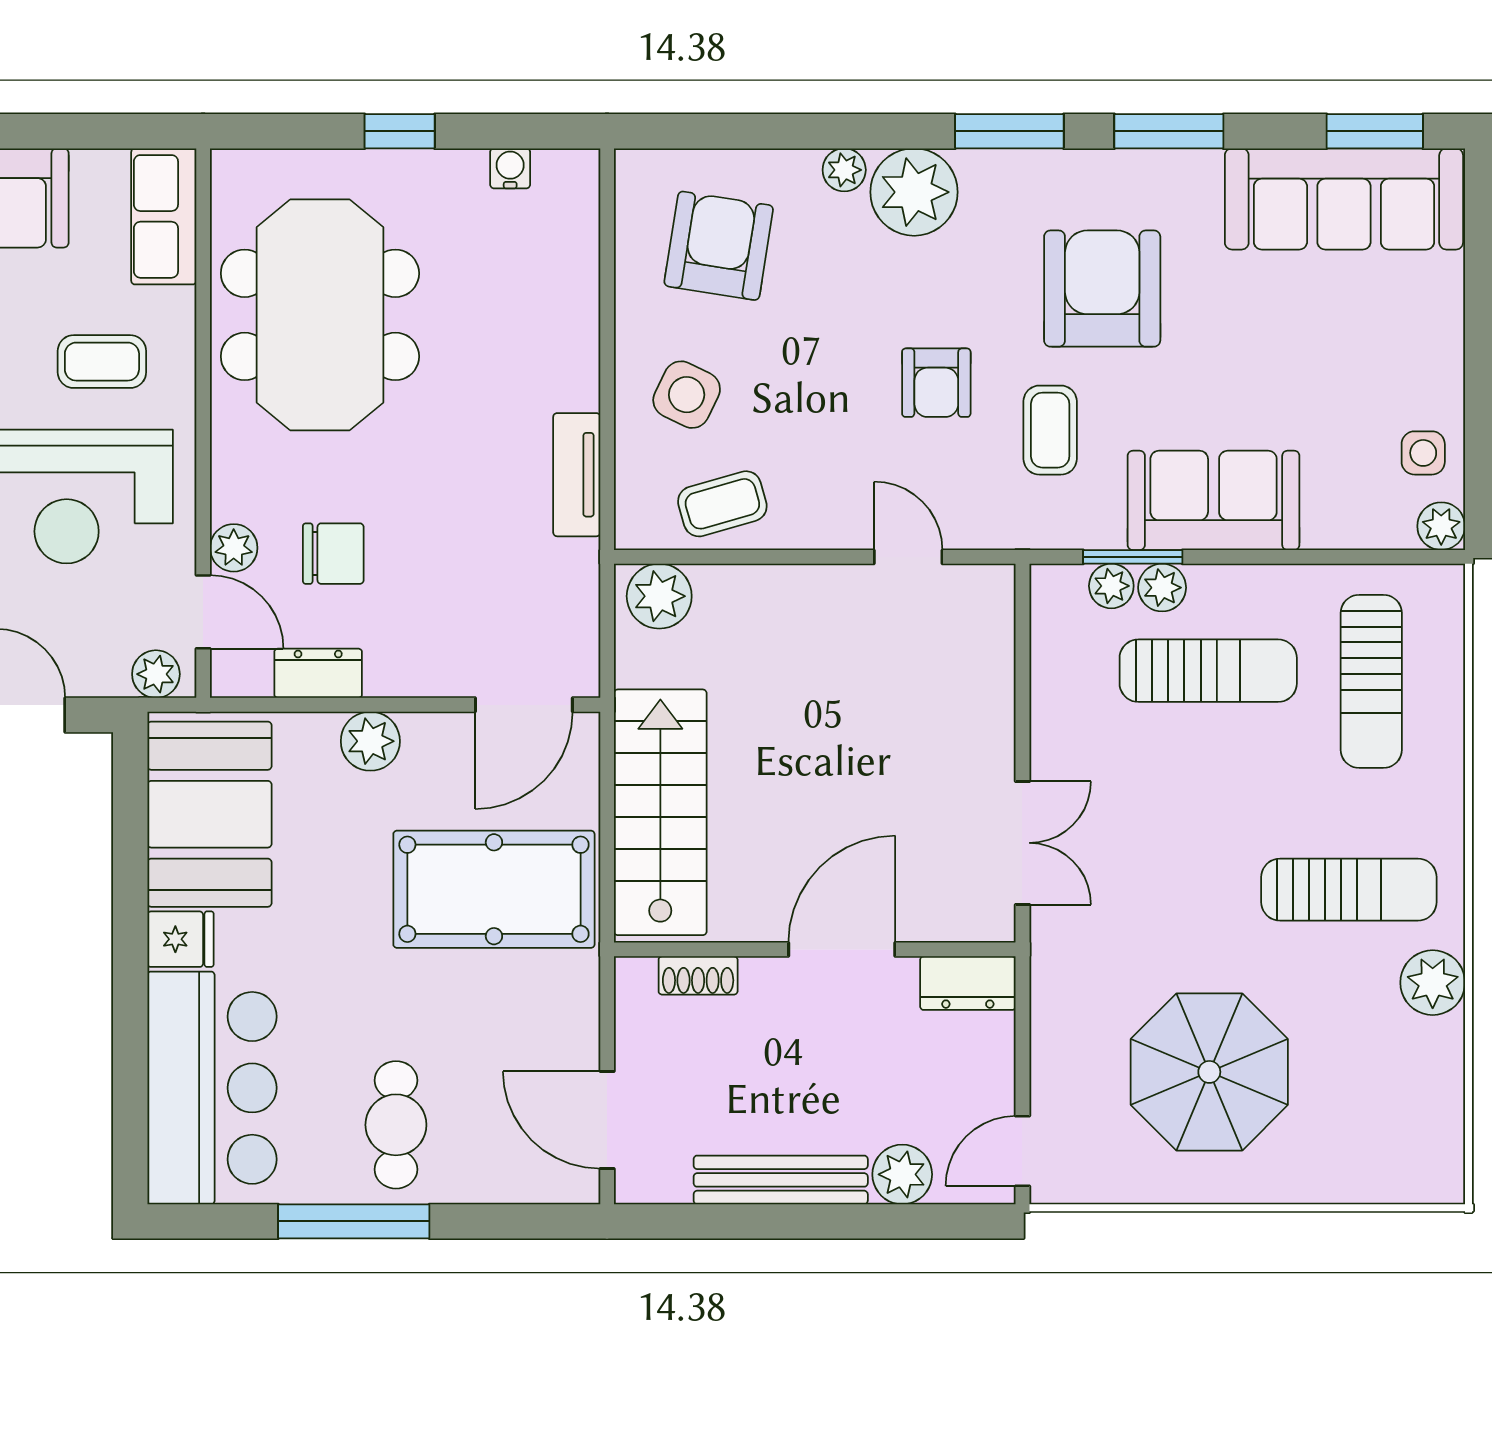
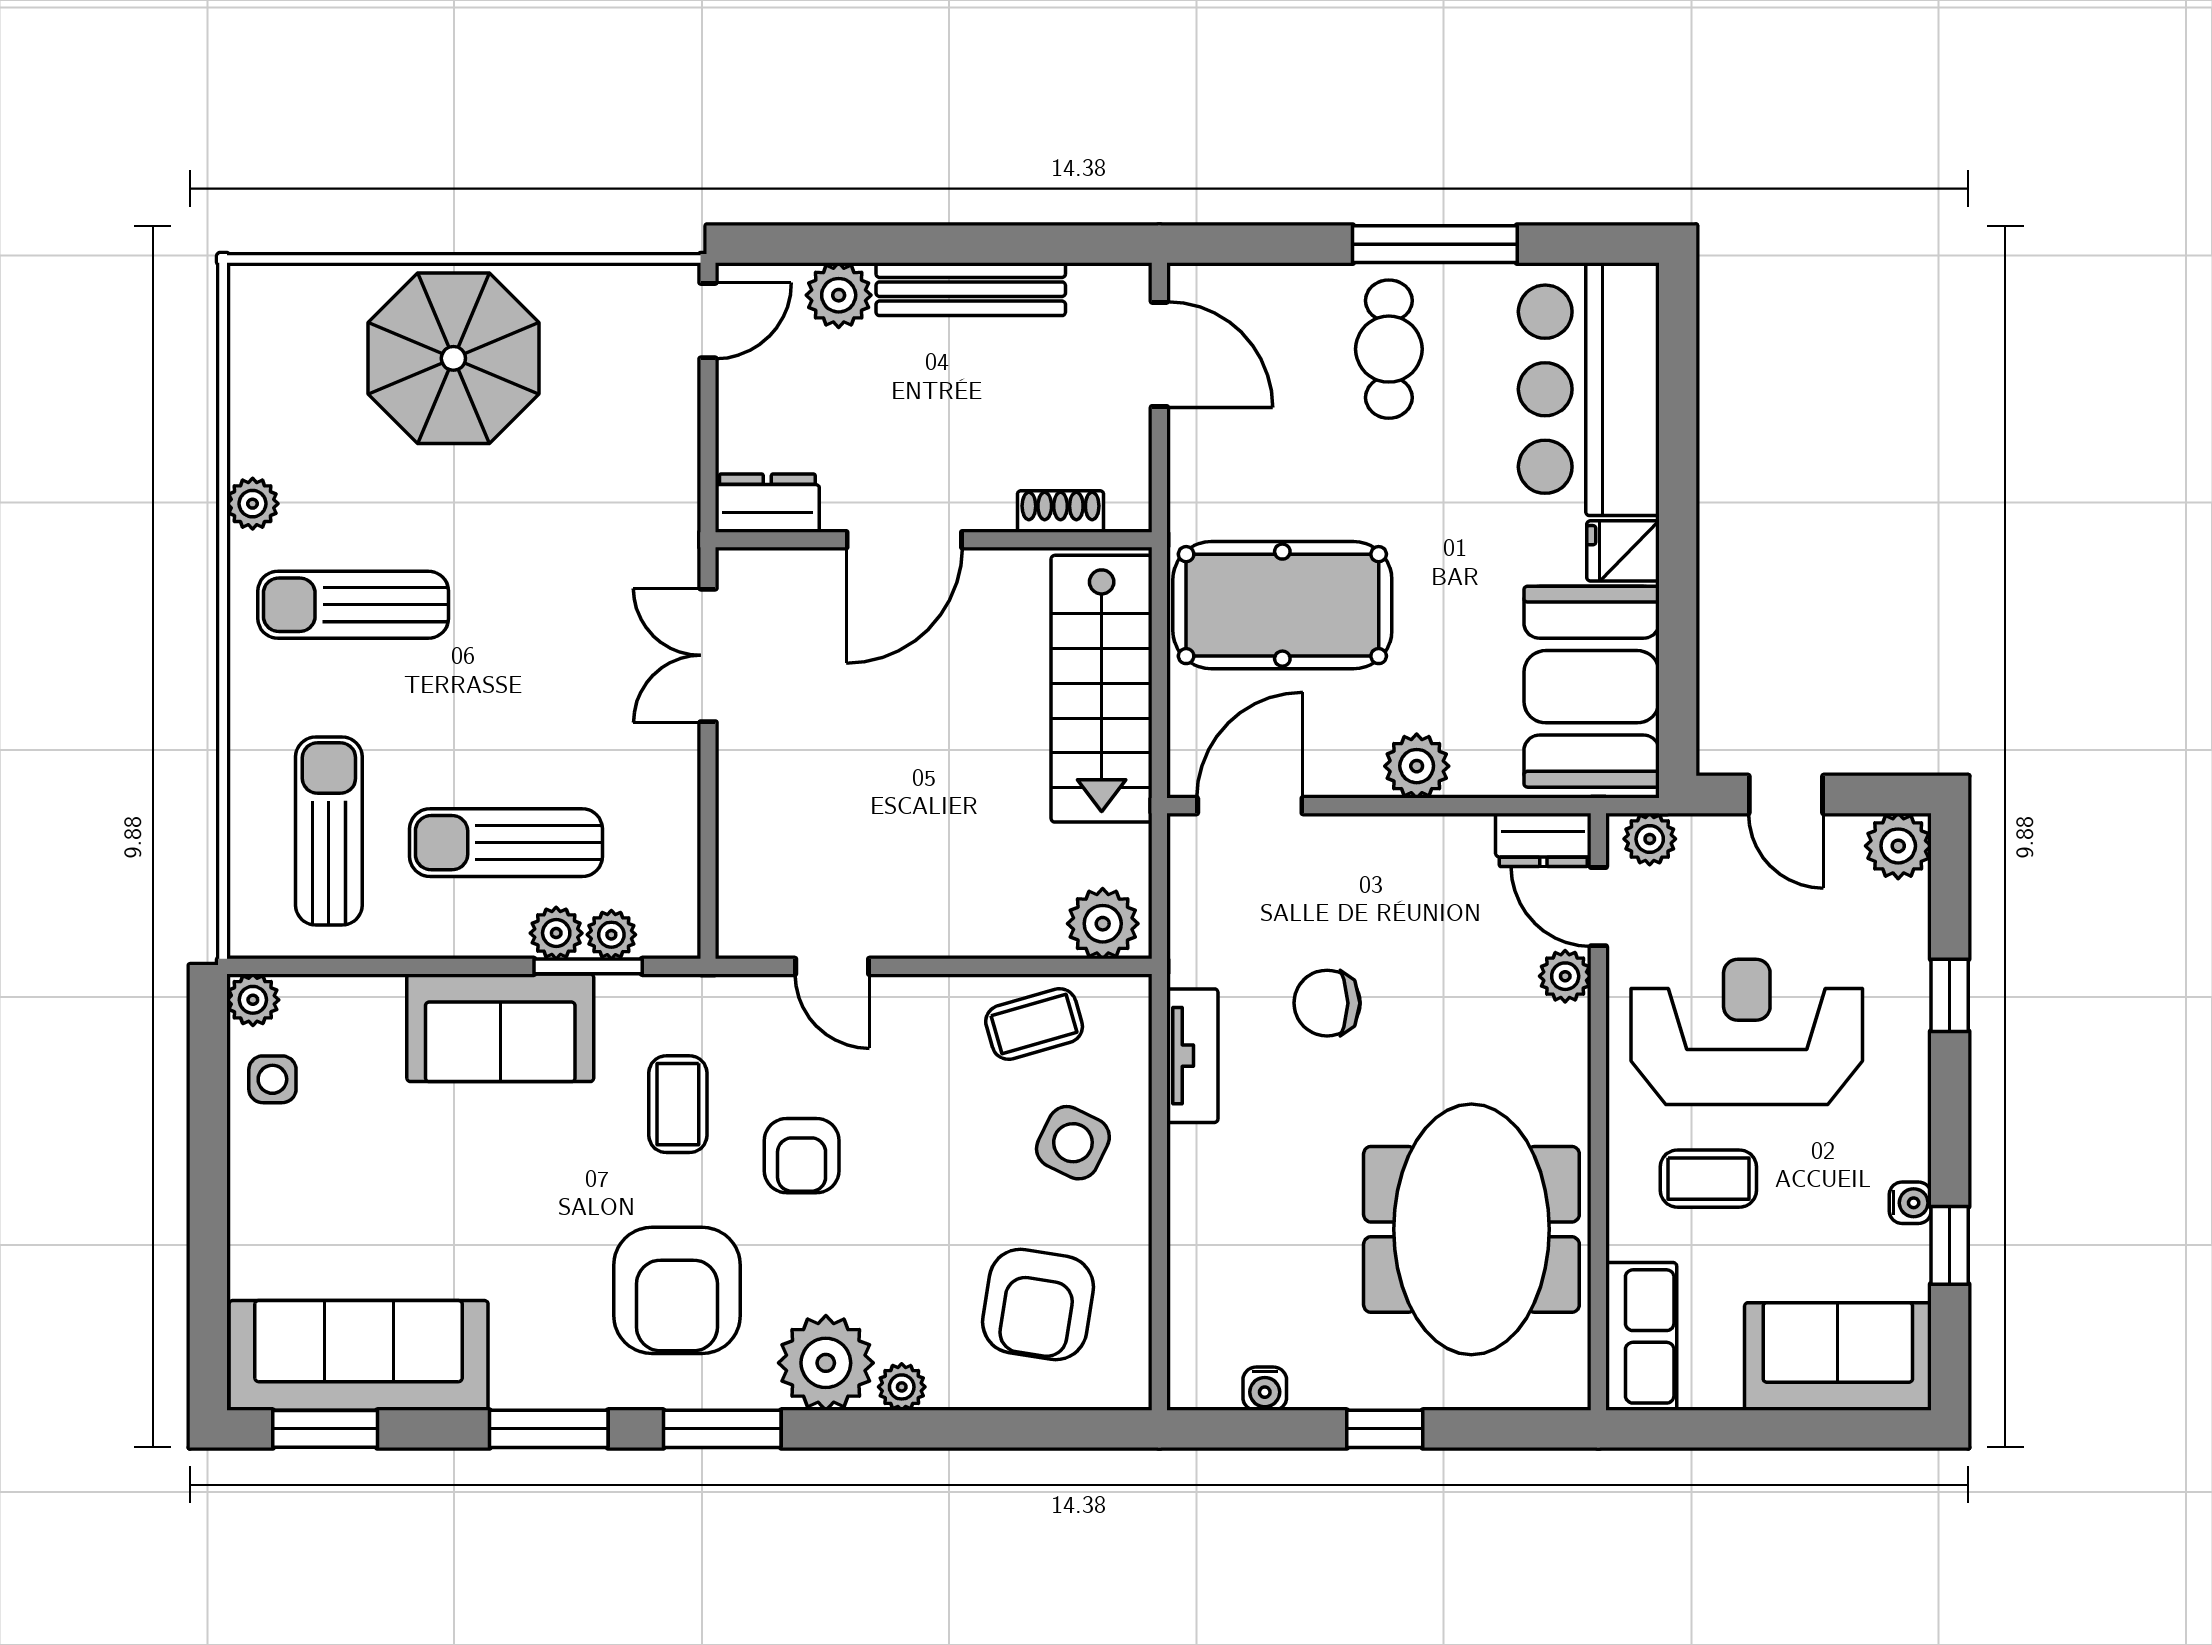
armchair: (1102, 289) -> (677, 1290), moved
armchair: (936, 383) -> (802, 1156), turned 180
chair: (333, 554) -> (1327, 1003), moved
dresser: (318, 673) -> (1543, 840), moved
plant: (1433, 983) -> (253, 504), width x0.73, depth x0.73
parasol: (1209, 1072) -> (453, 358), moved

